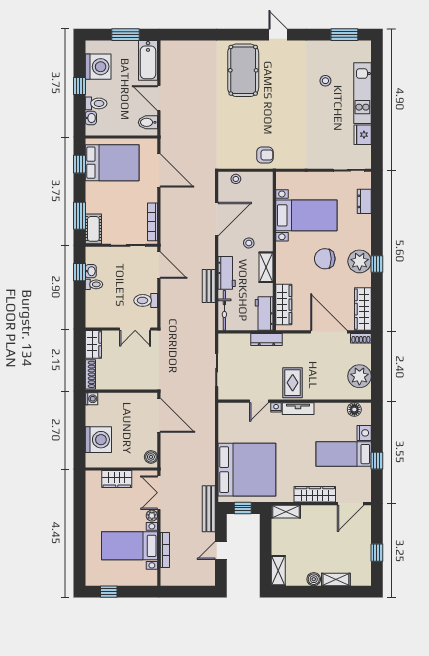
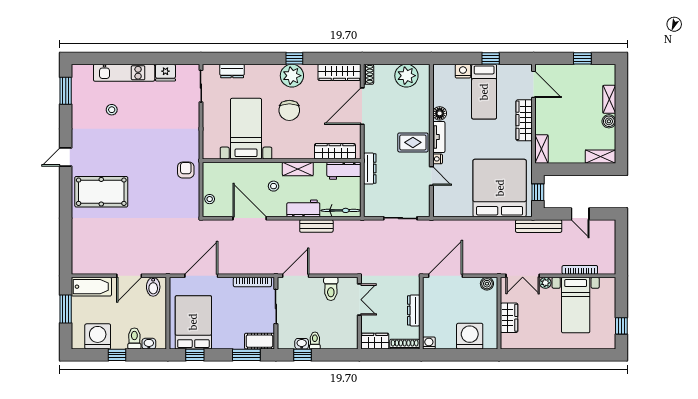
dresser: (124, 384) -> (414, 310), added
floor lamp: (354, 409) -> (440, 113), moved

